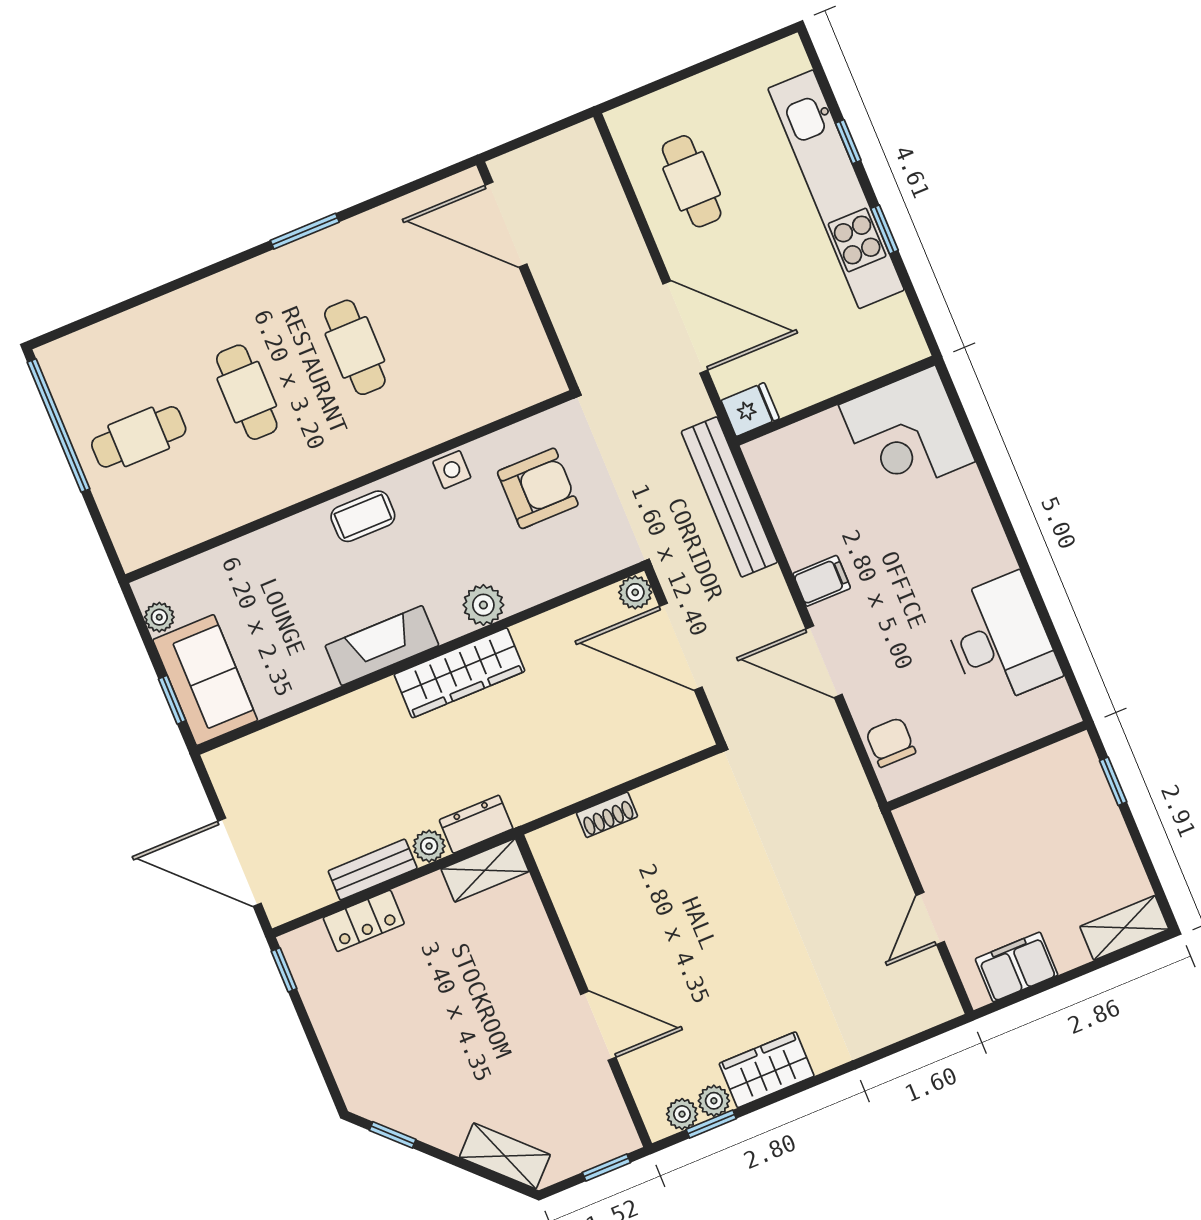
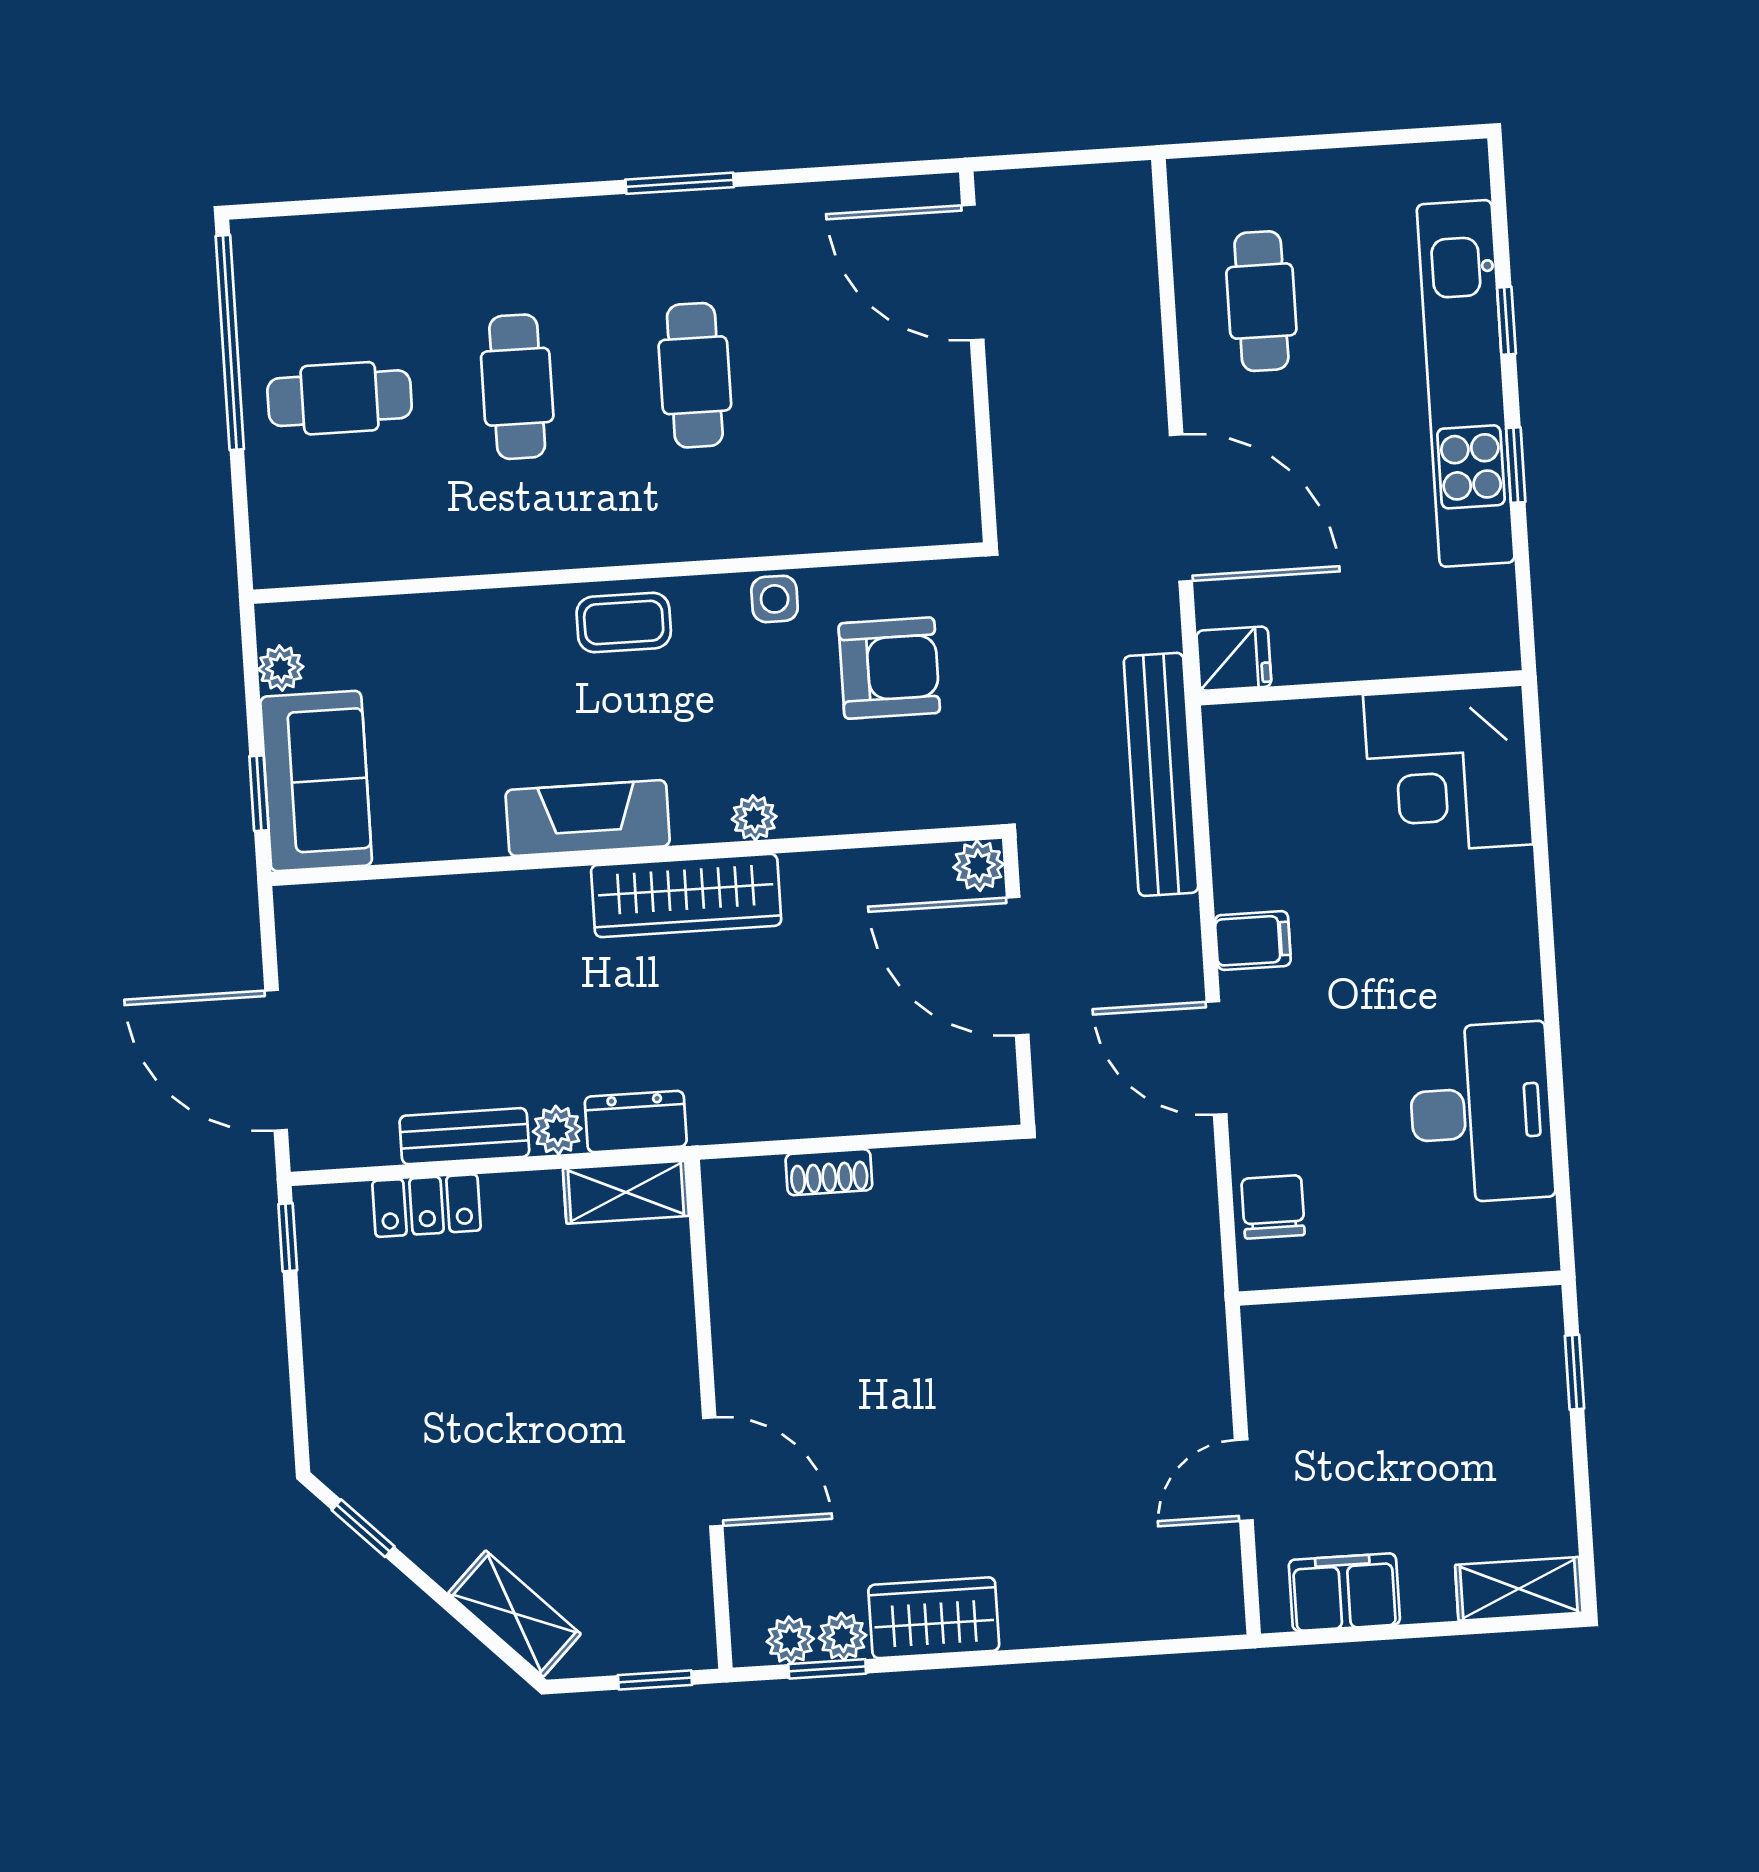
plant: (483, 605) -> (754, 818), width x0.73, depth x0.73

